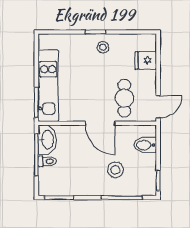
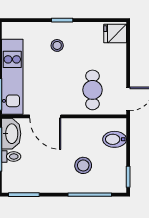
stool: (103, 47) -> (57, 45), moved
fridge: (146, 60) -> (115, 34), moved
door: (100, 123) -> (45, 116), moved

